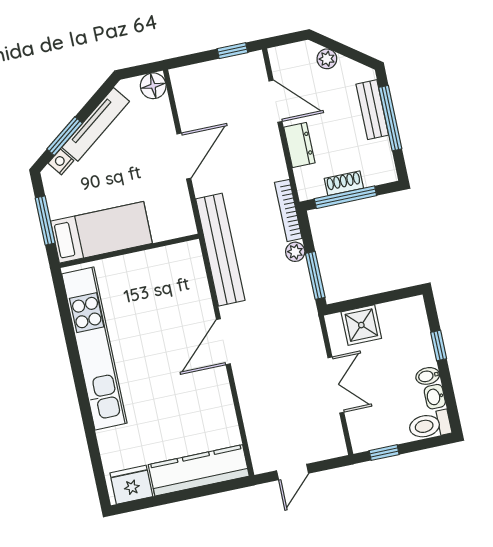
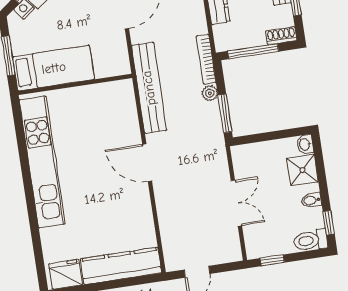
shoe rack: (344, 183) -> (281, 36), moved
shower: (361, 325) -> (302, 170), moved
door: (223, 342) -> (147, 163), hinge flipped
window: (439, 345) -> (329, 223), moved
washbasin: (435, 397) -> (305, 144), moved

